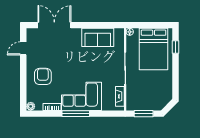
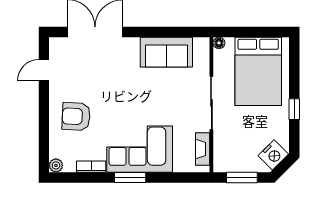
window: (176, 47) -> (294, 109), moved
armchair: (43, 76) -> (76, 116), turned -87
nightstand: (163, 100) -> (273, 155), added
window: (76, 114) -> (130, 178), width x0.69

